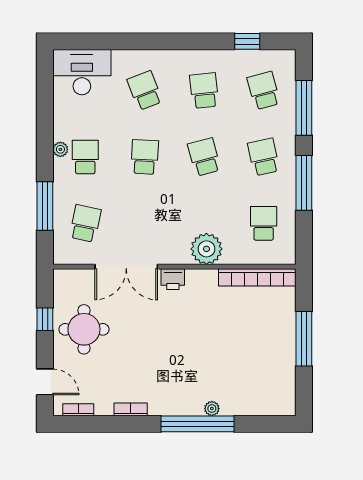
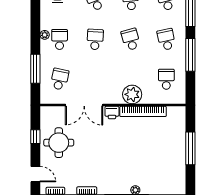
bookcase: (257, 277) -> (143, 111), moved

